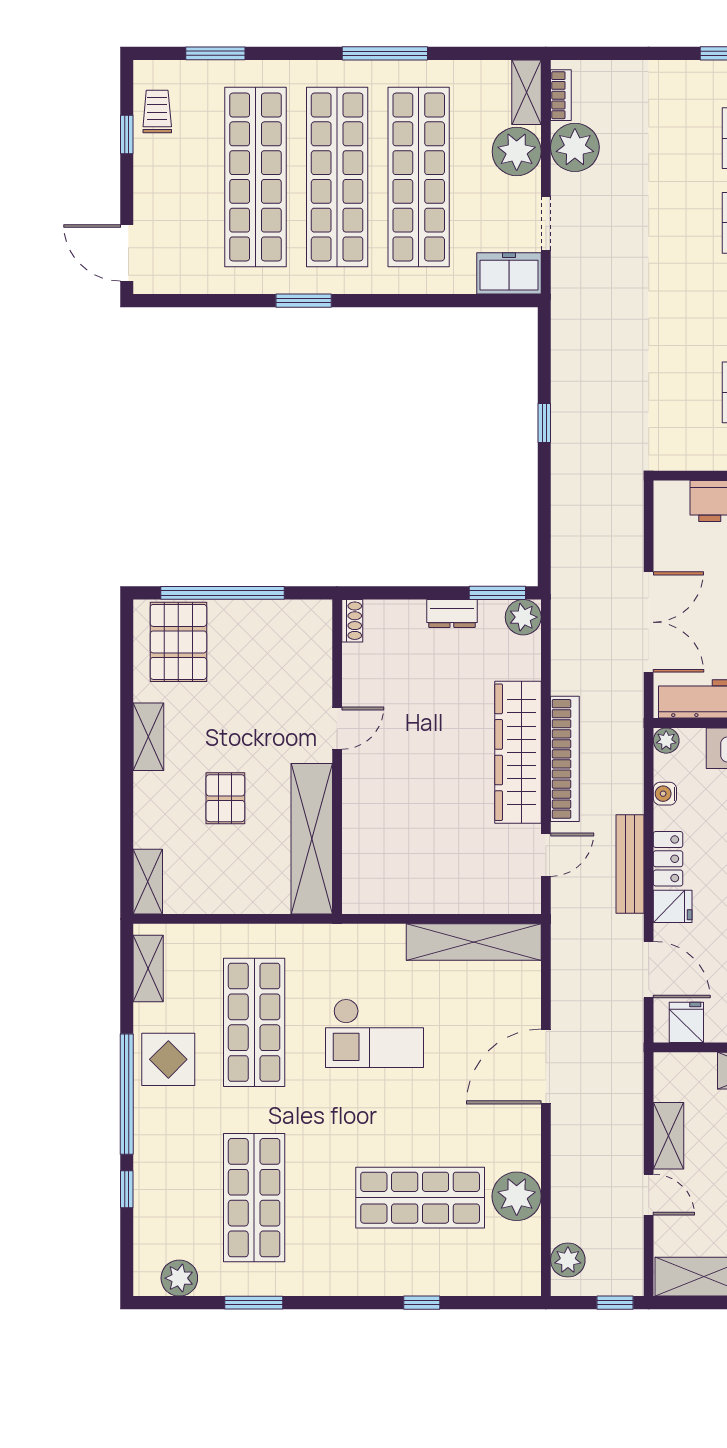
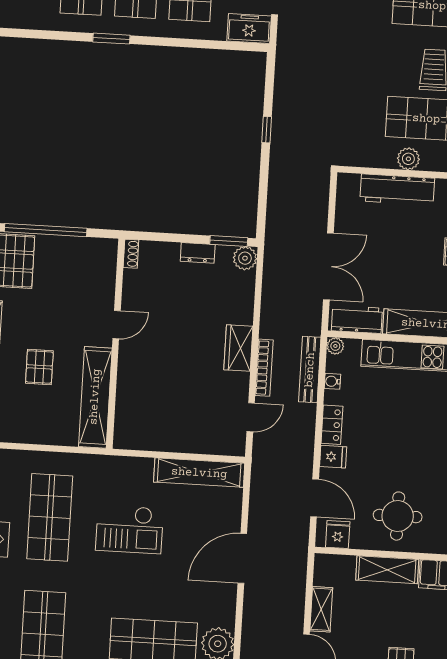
wardrobe: (518, 752) -> (238, 348), width x0.48, depth x0.85
bookcase: (565, 759) -> (264, 368), width x0.68, depth x0.76
bench: (630, 864) -> (310, 370), moved

